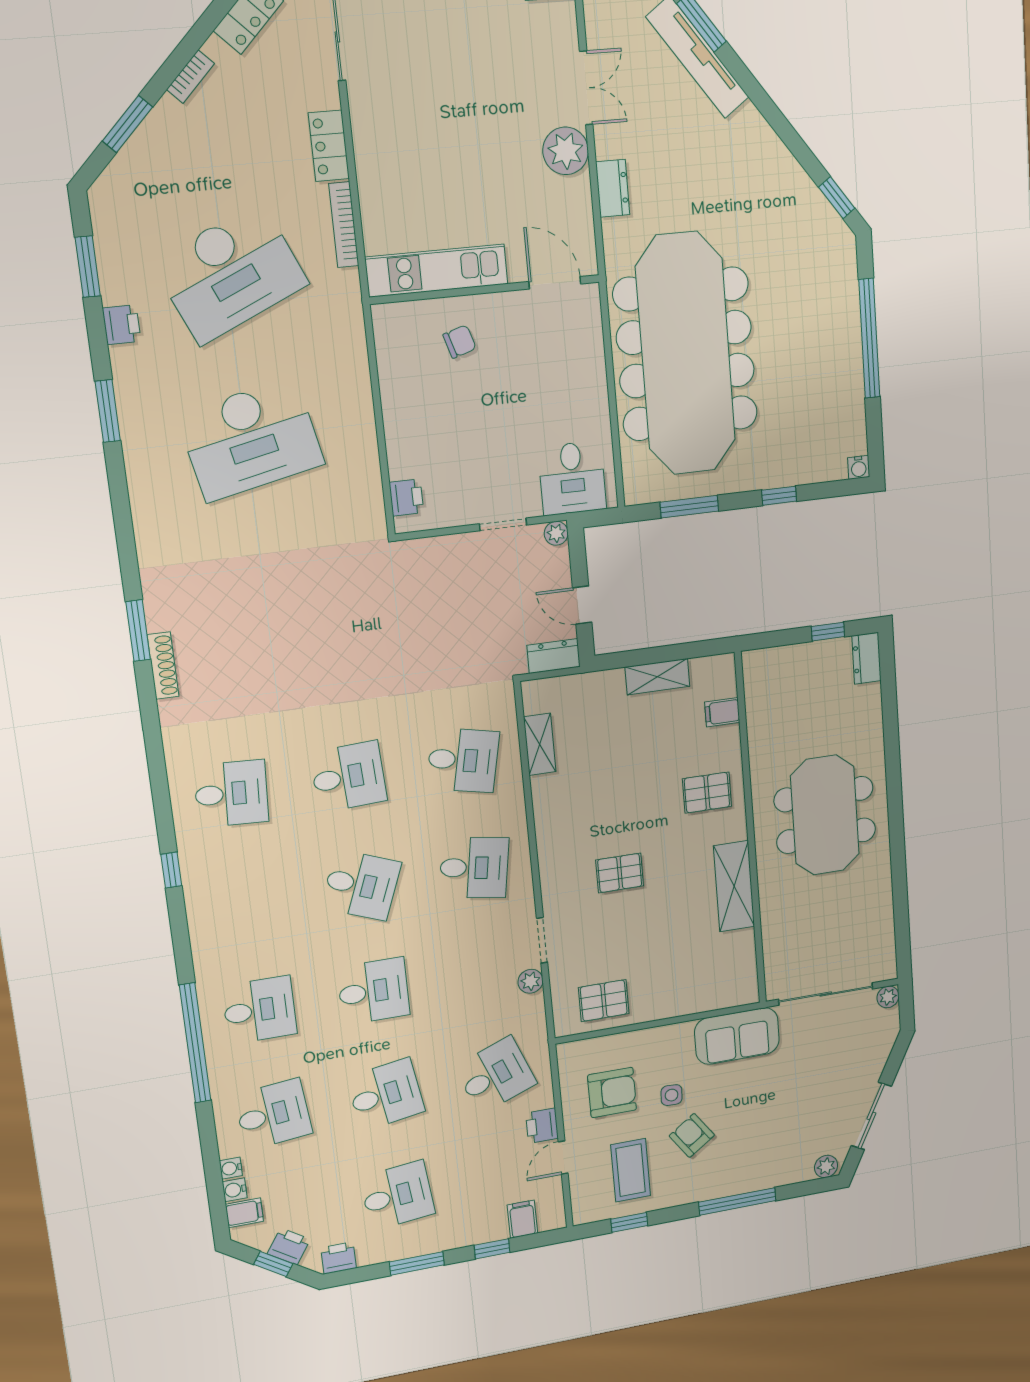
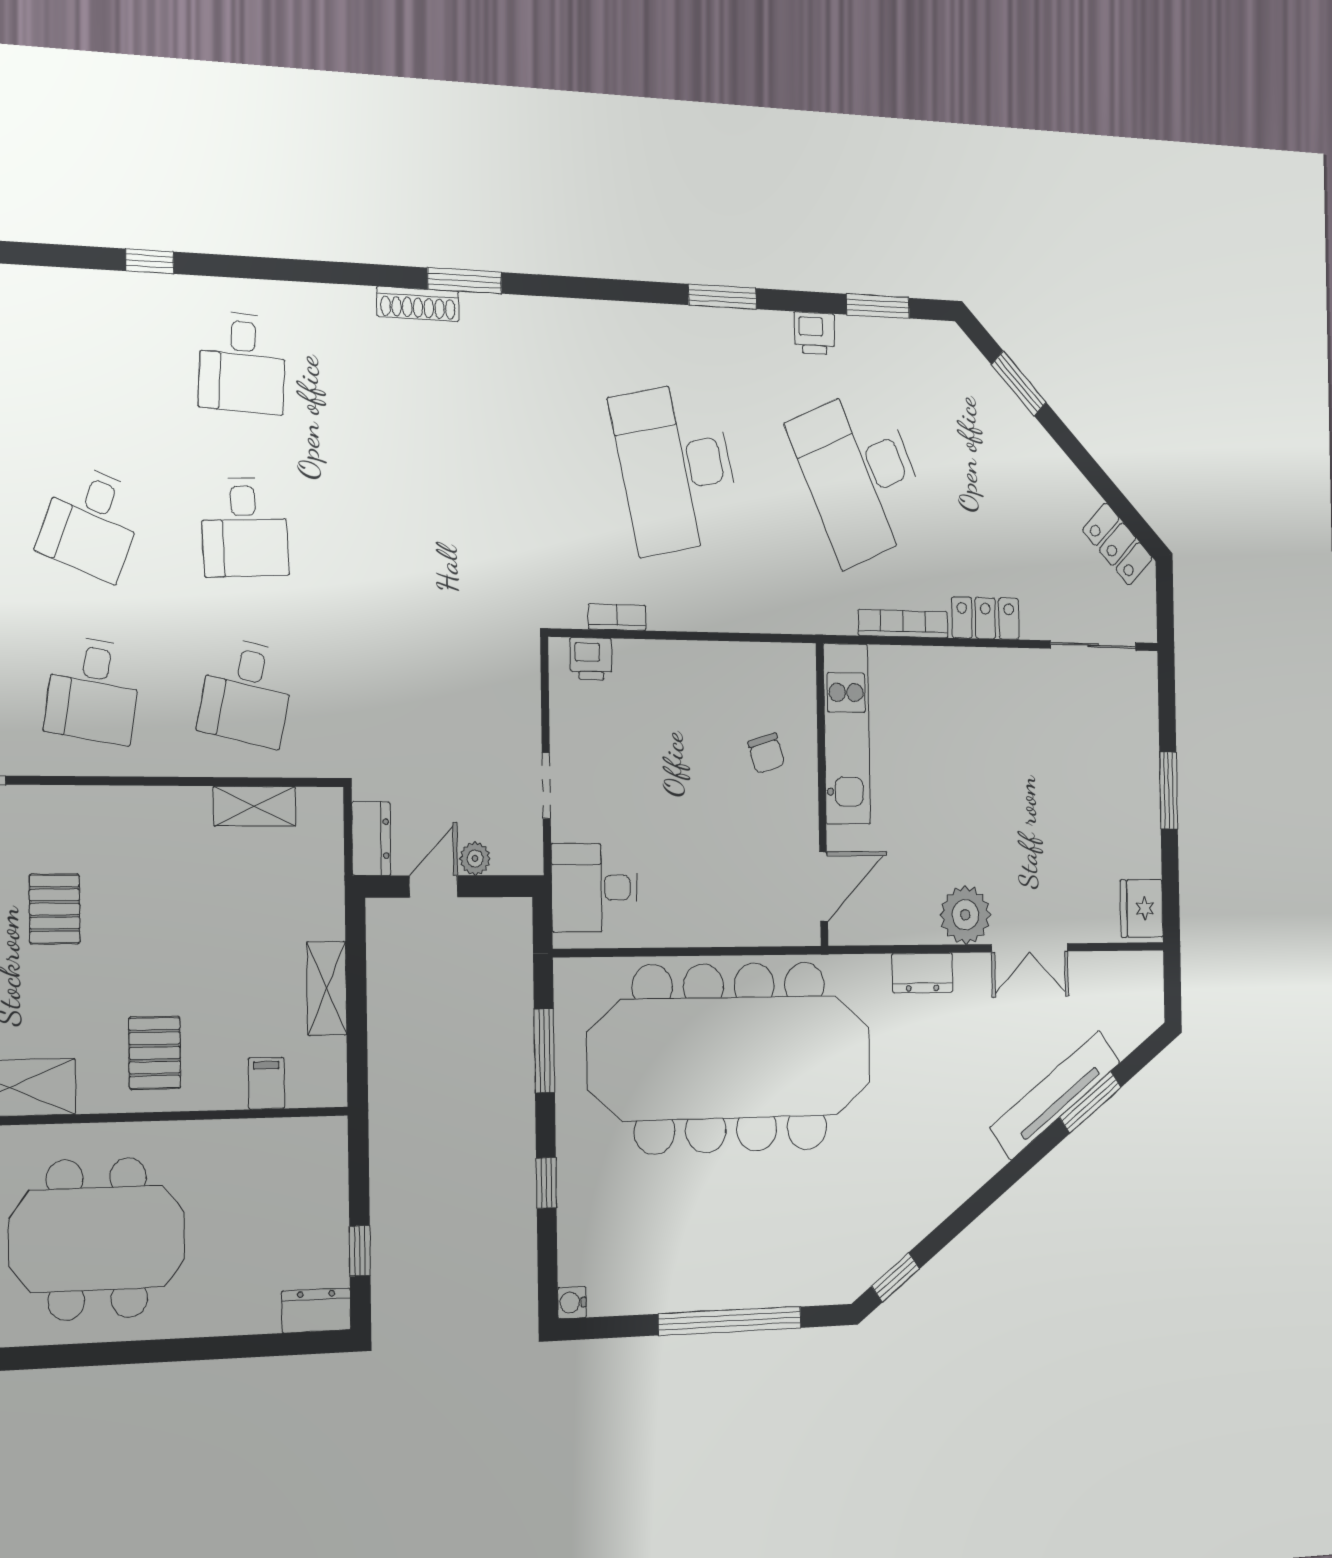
bookcase: (190, 77) -> (617, 617), moved, turned 135
plant: (556, 533) -> (475, 858), moved

